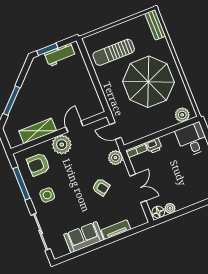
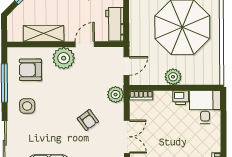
workbench: (92, 101) -> (115, 24), added
plant: (182, 115) -> (173, 77), moved
door: (115, 131) -> (126, 66), swing flipped
printer: (154, 146) -> (181, 98), moved

